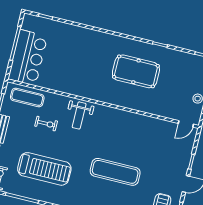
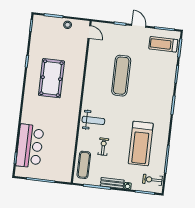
bar counter: (28, 58) -> (30, 146), moved, turned 90
treadmill: (44, 169) -> (141, 144), turned 180
exercise mat: (115, 172) -> (121, 76), moved

